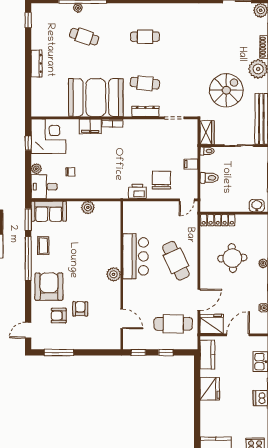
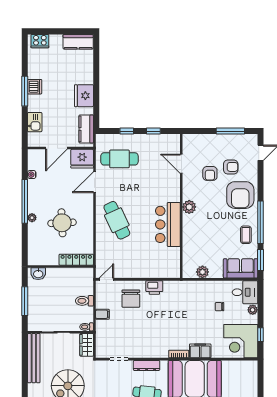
bar counter: (136, 256) -> (168, 224), moved
plant: (114, 274) -> (189, 207), moved
wall: (122, 275) -> (181, 206), moved
door: (122, 319) -> (181, 164), moved

